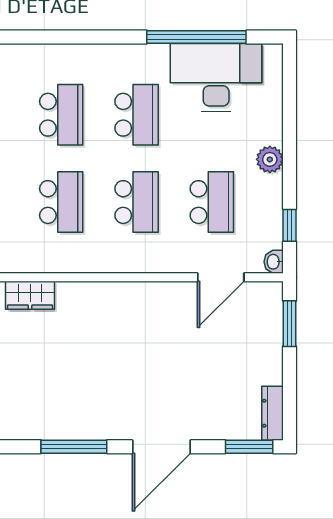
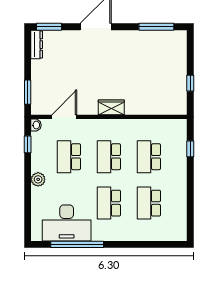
wardrobe: (30, 295) -> (111, 107), moved
window: (74, 447) -> (156, 27), moved

